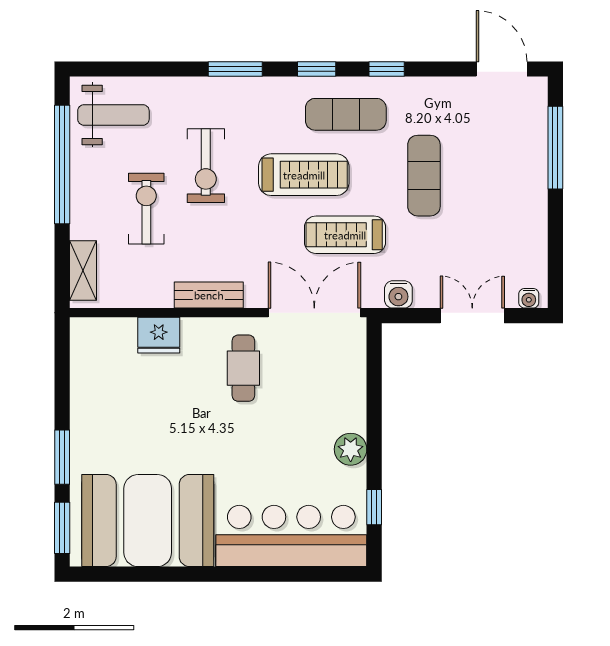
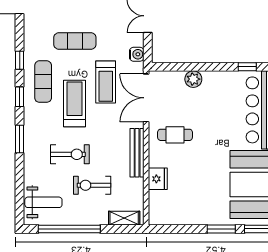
weight bench: (113, 115) -> (43, 202), turned 90
bench: (209, 295) -> (137, 153), width x1.36
plant: (351, 449) -> (193, 79), moved

